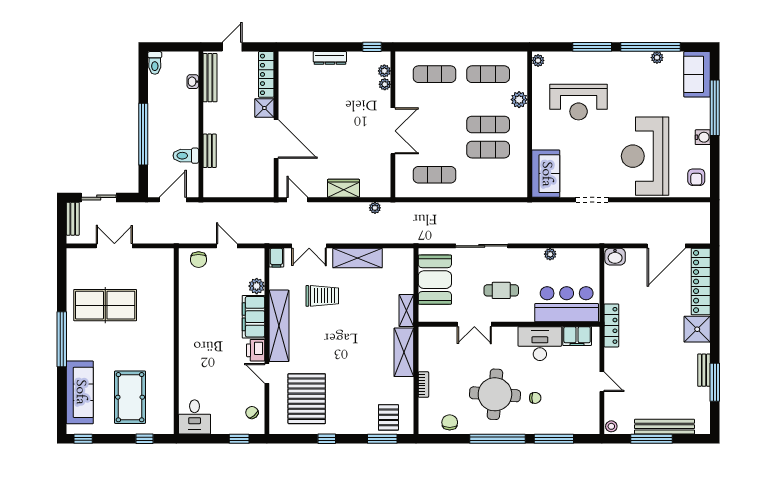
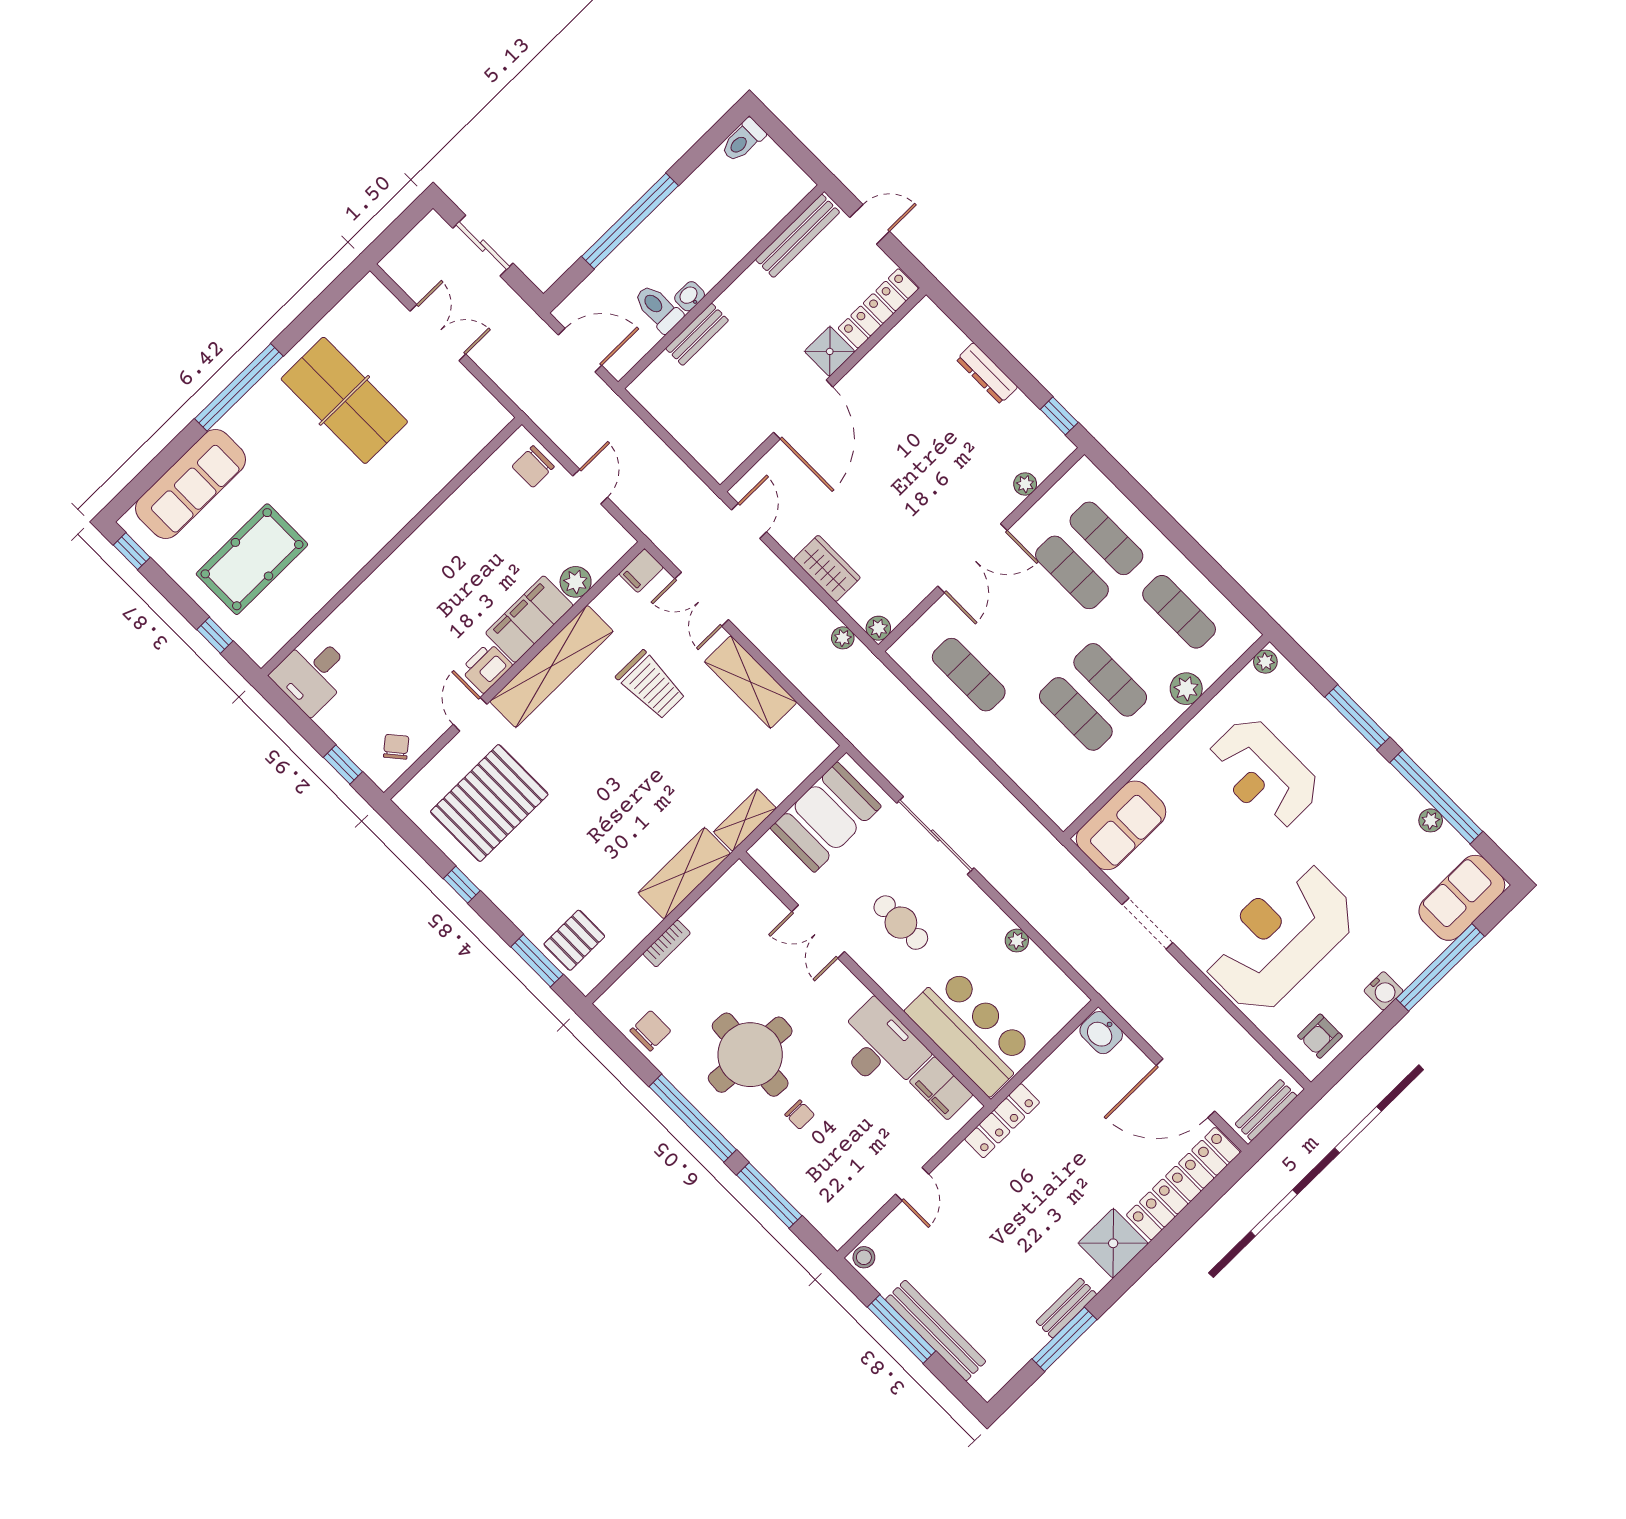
plant: (384, 71) -> (878, 628), moved
washbasin: (193, 82) -> (690, 296), moved
exercise mat: (434, 99) -> (1072, 572), added
bench: (73, 219) -> (1266, 1110), moved

